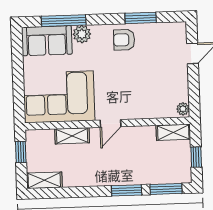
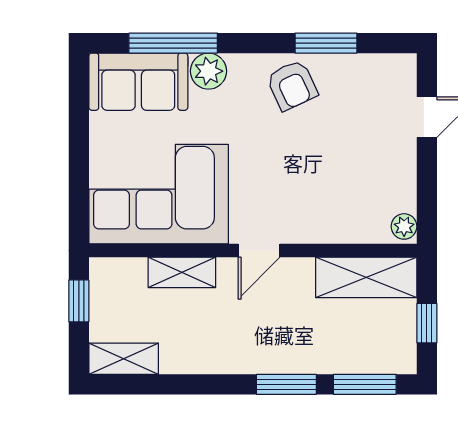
armchair: (124, 40) -> (292, 85), turned -115
shelving: (173, 132) -> (366, 277), width x1.50, depth x1.33

